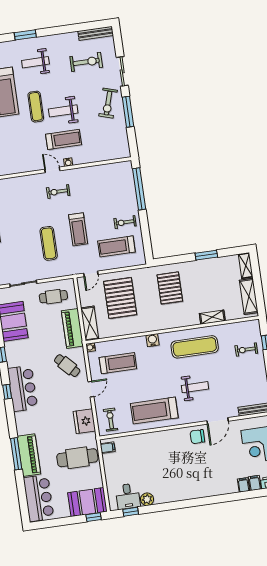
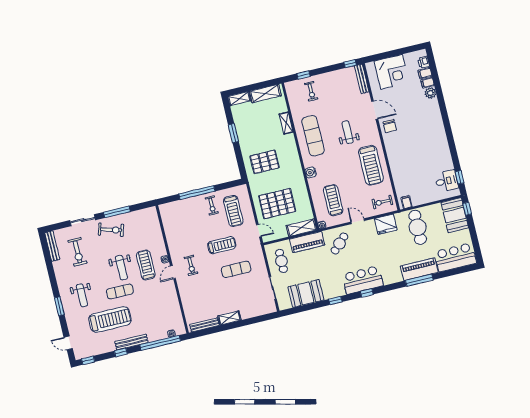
exercise bike: (86, 62) -> (78, 252), turned 180
window: (139, 189) -> (197, 193), moved
plant: (147, 499) -> (430, 93), moved

